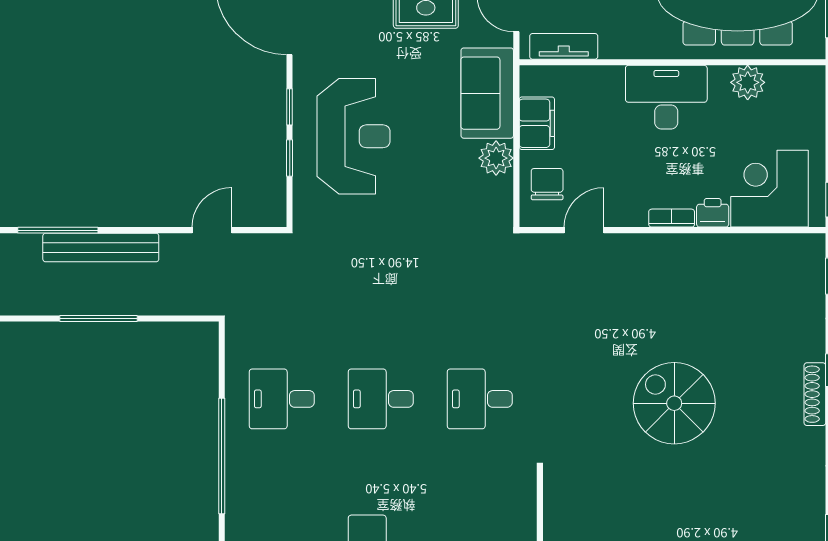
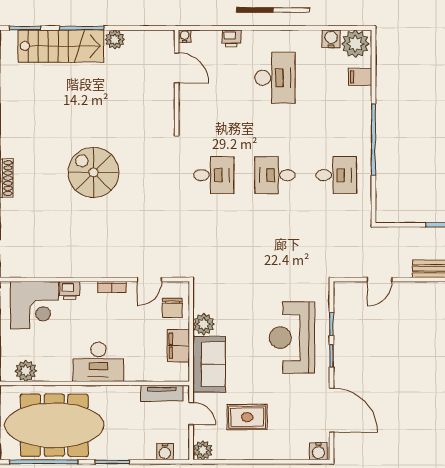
plant: (748, 82) -> (26, 371), moved
bookcase: (672, 218) -> (112, 287), moved
desk: (381, 399) -> (275, 175), turned 180
spiral stairs: (674, 403) -> (93, 172), turned 180

